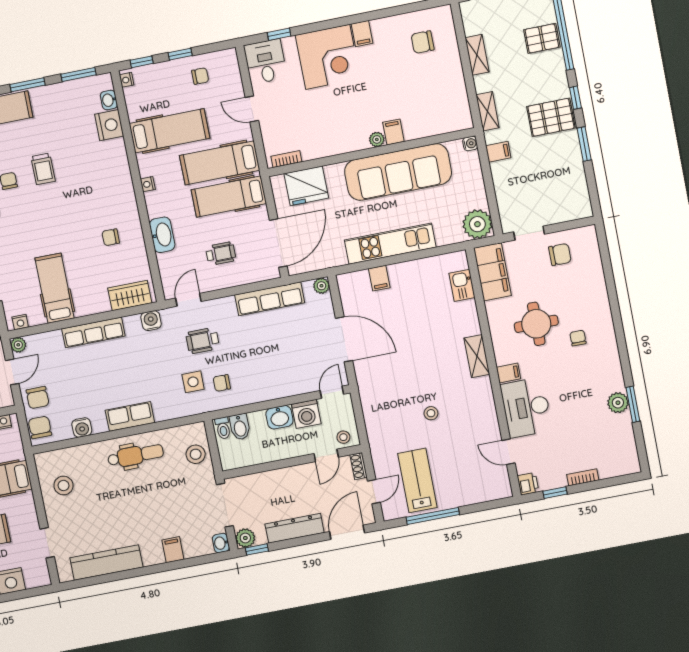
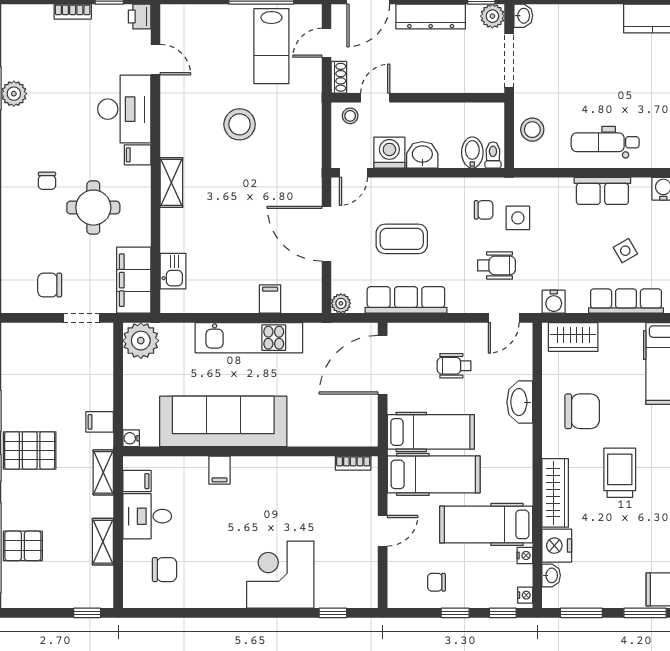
filing cabinet: (362, 34) -> (137, 481), moved, turned 90
desk: (265, 62) -> (147, 516), moved, turned 90
door: (252, 109) -> (383, 531), hinge flipped
plant: (377, 139) -> (241, 465), removed
wardrobe: (119, 167) -> (555, 493), added
trolley: (43, 169) -> (620, 473), moved, width x1.36, depth x1.39
nightstand: (148, 184) -> (525, 555), moved
fridge: (306, 186) -> (336, 427), removed
chair: (111, 237) -> (582, 411), width x1.87, depth x1.87
coffee table: (283, 347) -> (402, 239), added
side table: (102, 372) -> (625, 251), added
stool: (431, 413) -> (240, 124), width x1.89, depth x1.89
filing cabinet: (173, 550) -> (583, 19), removed

